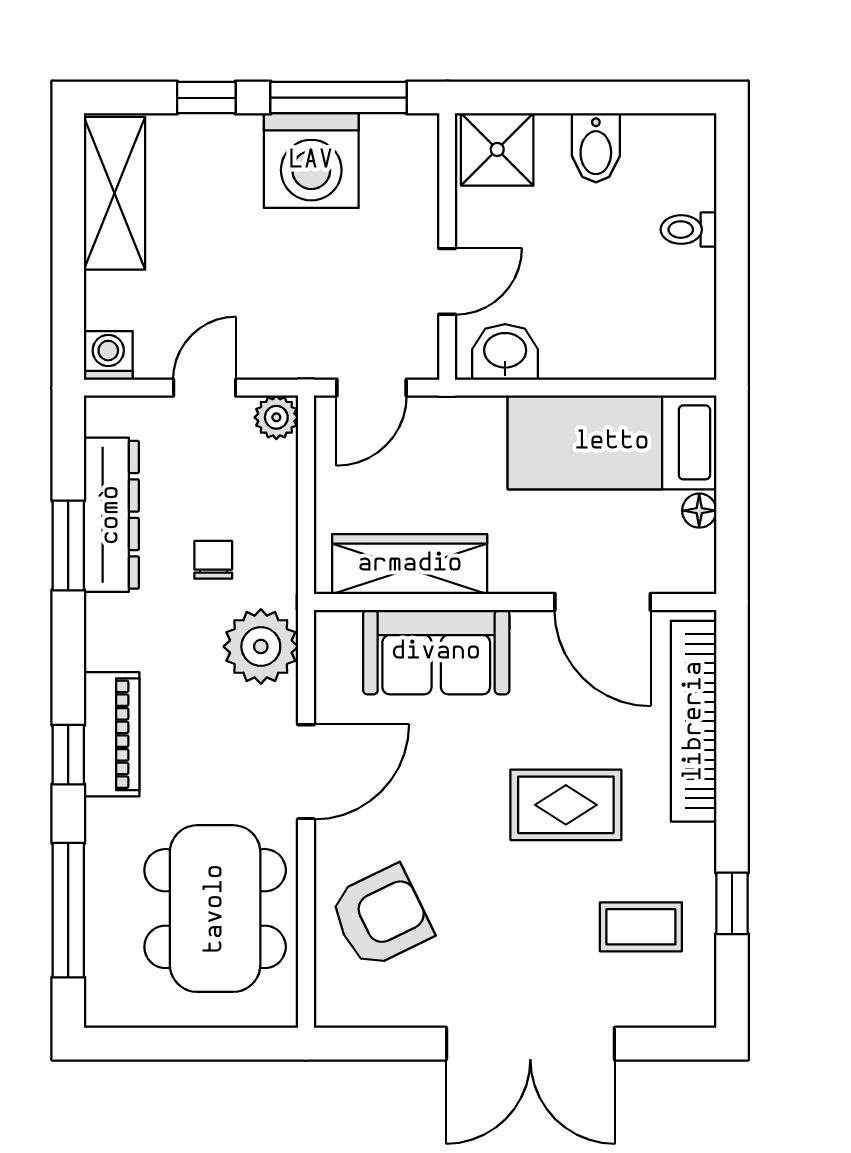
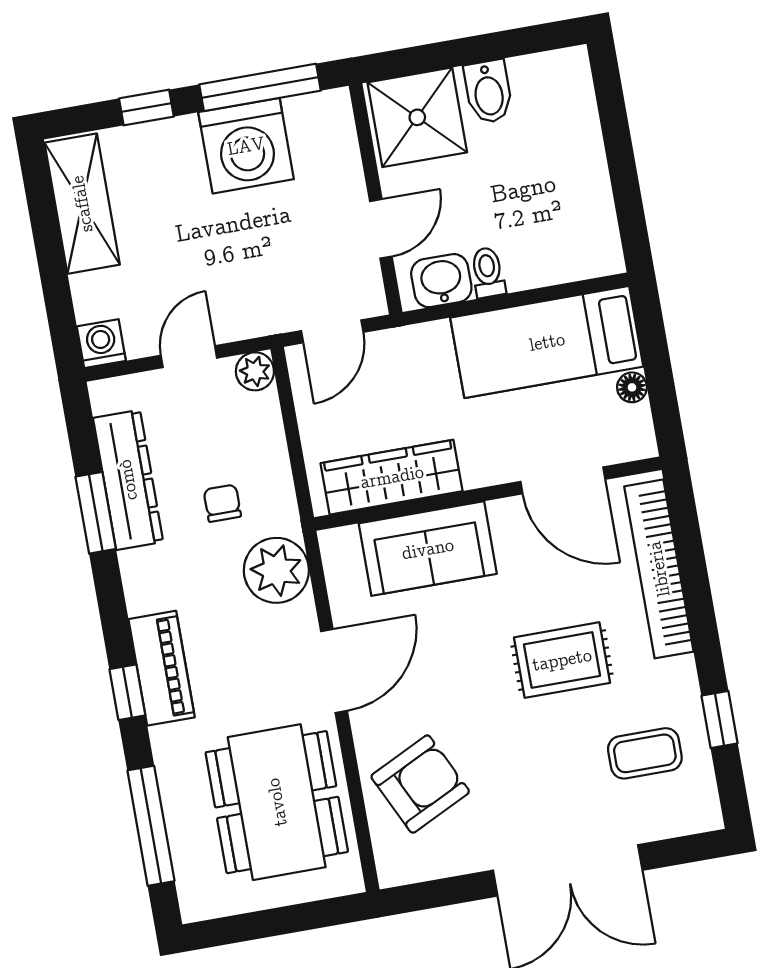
shower: (497, 149) -> (417, 117), width x1.36, depth x1.36
toilet: (688, 230) -> (488, 272), moved, turned 90

